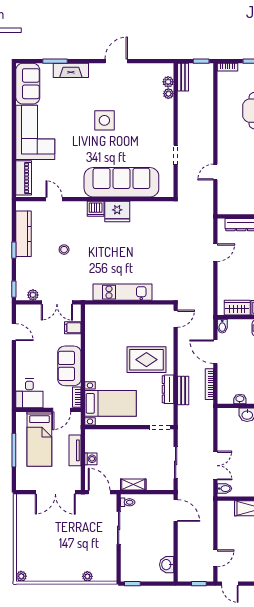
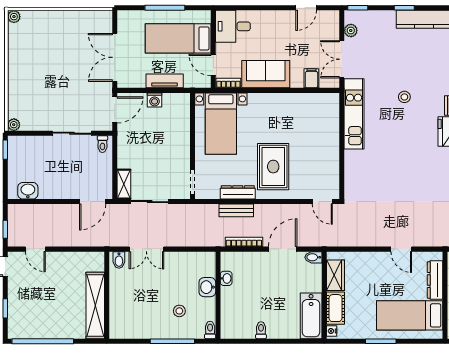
stool: (64, 250) -> (404, 97), moved
kitchen unit: (122, 292) -> (354, 114), moved
shelving: (133, 484) -> (124, 184), moved
plant: (87, 576) -> (14, 125), moved

